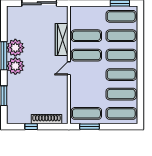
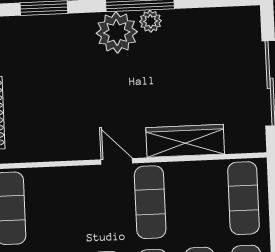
exercise mat: (86, 36) -> (243, 198), moved
plant: (15, 48) -> (150, 21), width x0.53, depth x0.53

